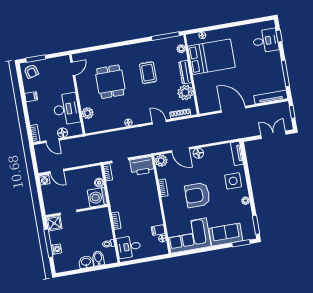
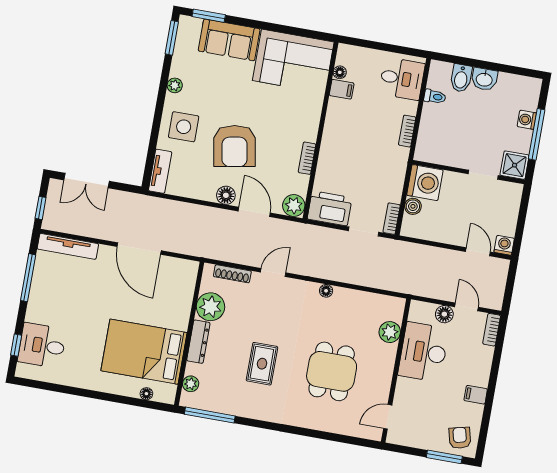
door: (159, 122) -> (273, 272), swing flipped
armchair: (197, 195) -> (235, 146), moved, turned 80

